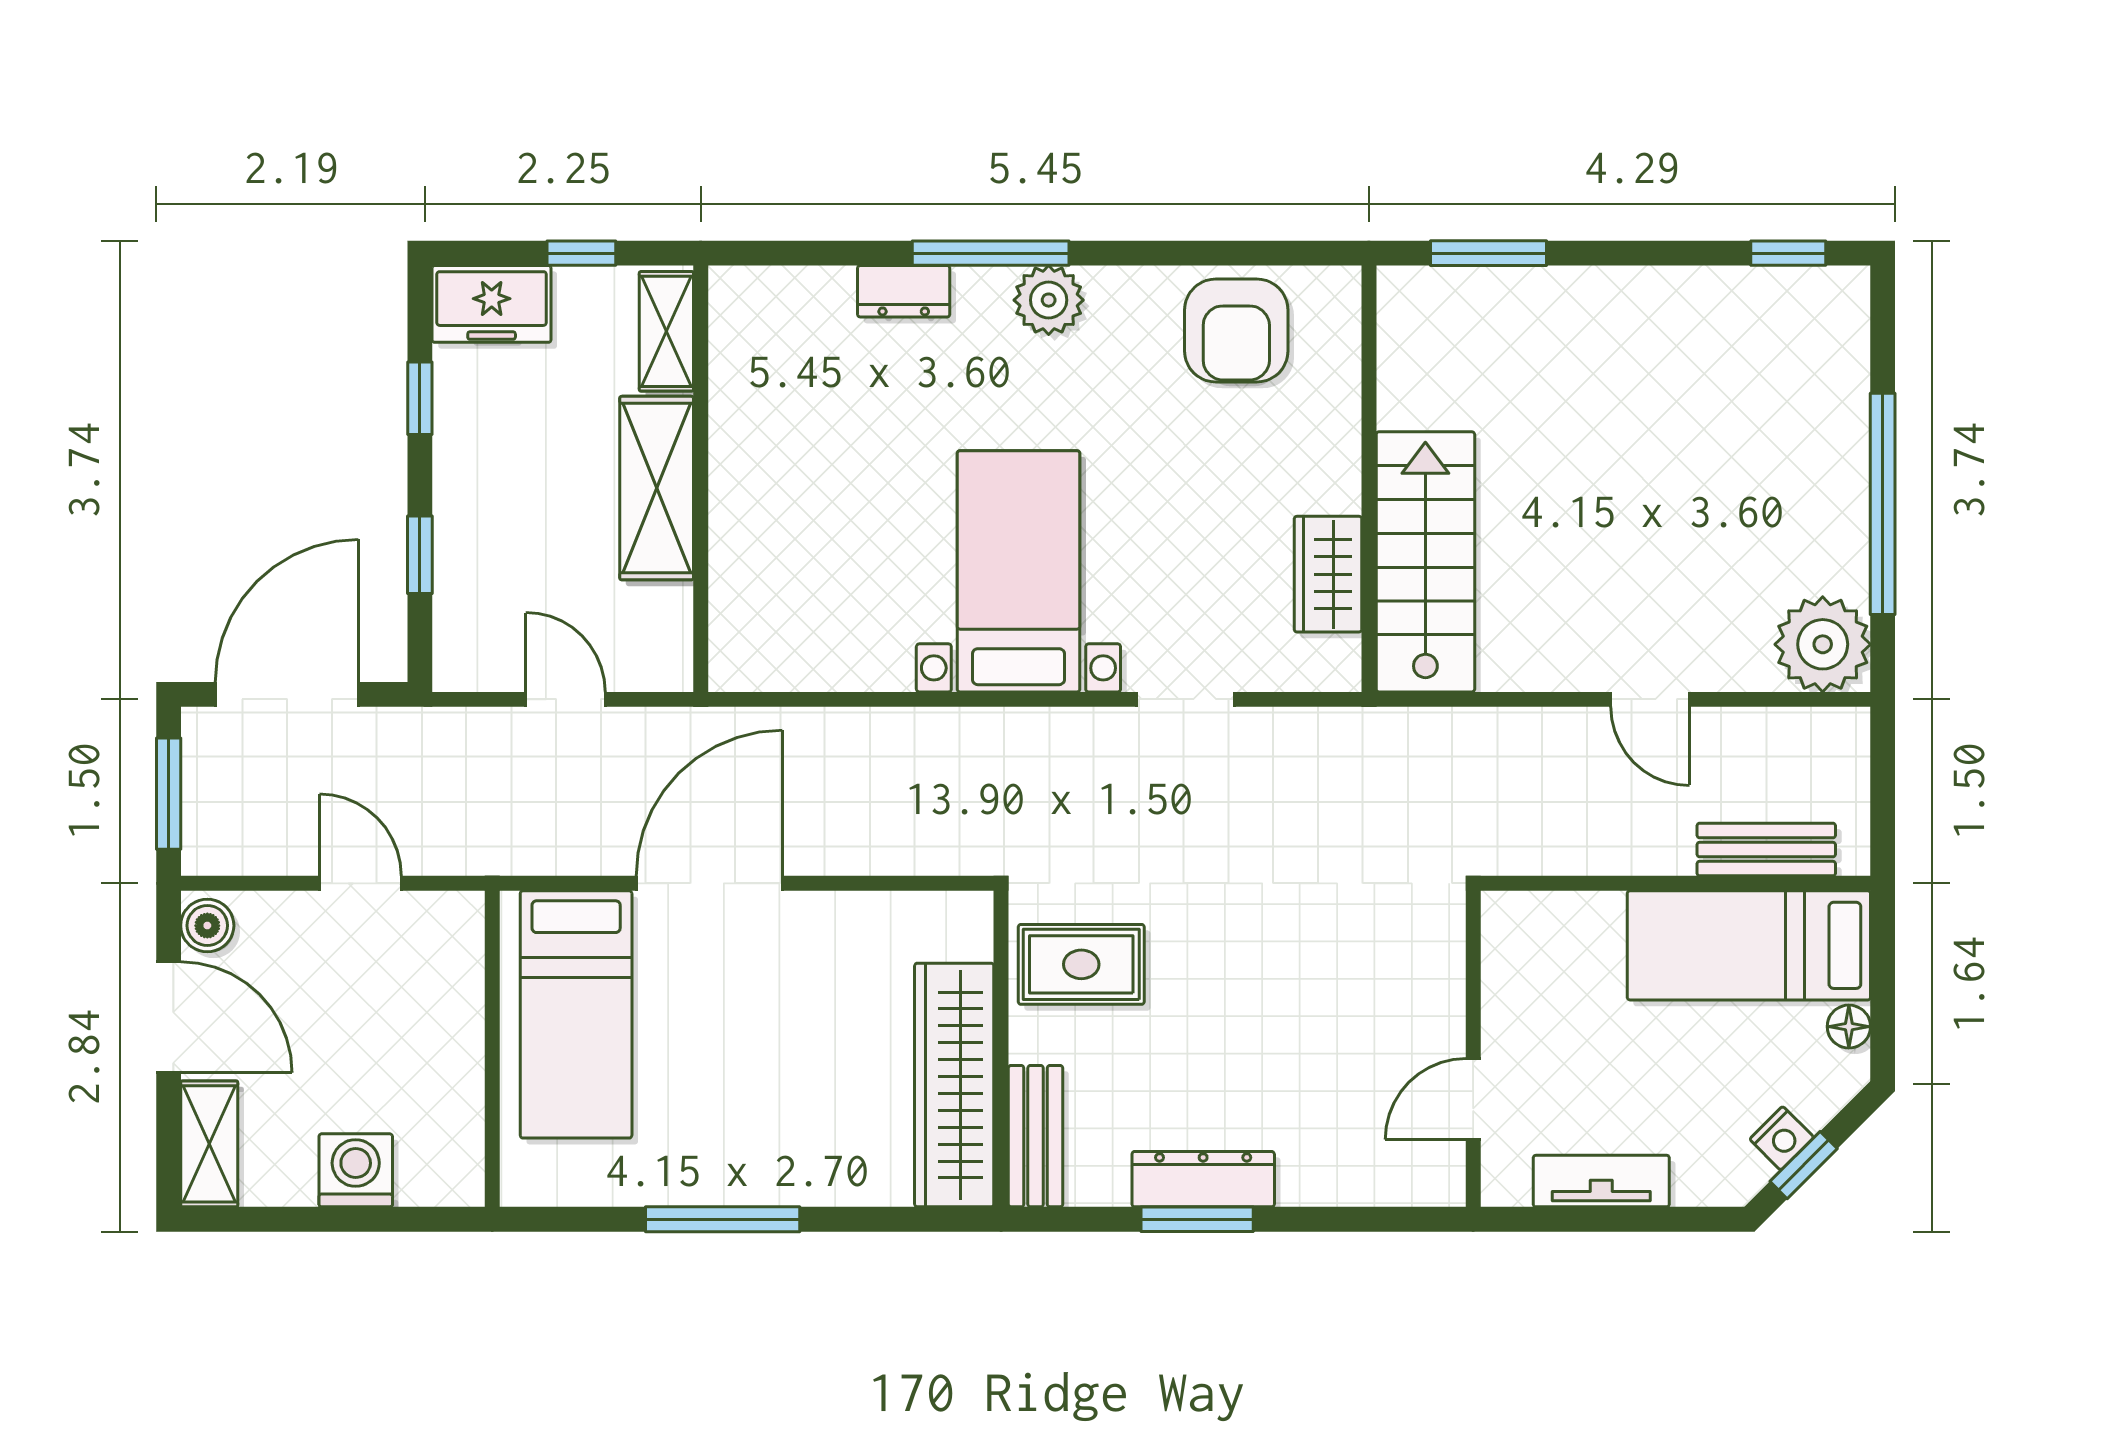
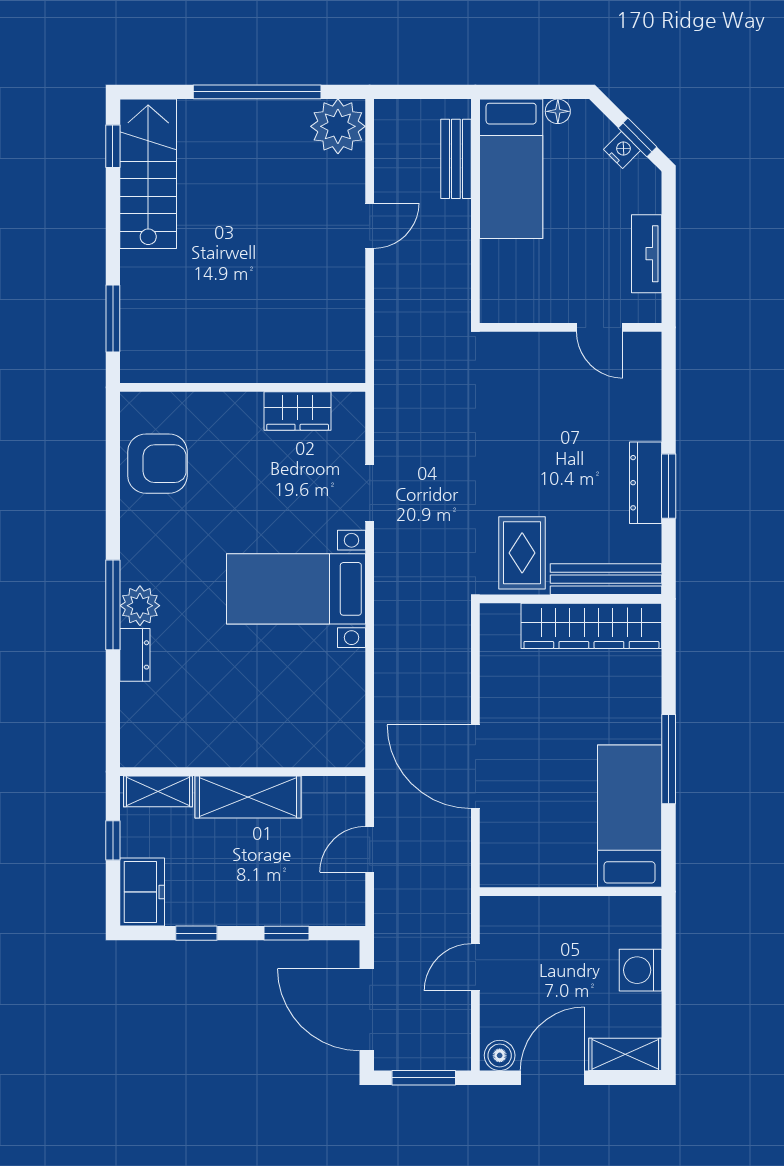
plant: (1049, 300) -> (140, 606), moved
stairs: (1425, 562) -> (148, 174), moved, turned 90
bed: (576, 1014) -> (630, 816), moved, turned -90
bench: (1036, 1136) -> (606, 579), width x1.36

